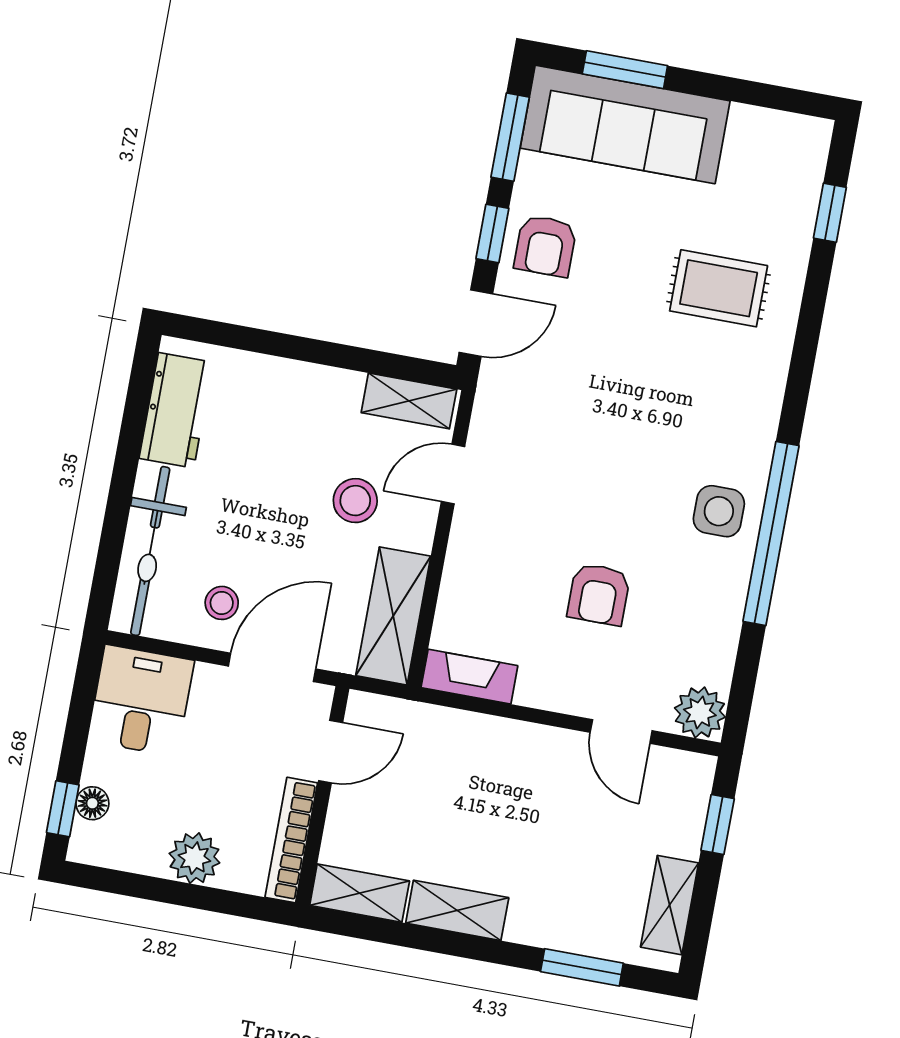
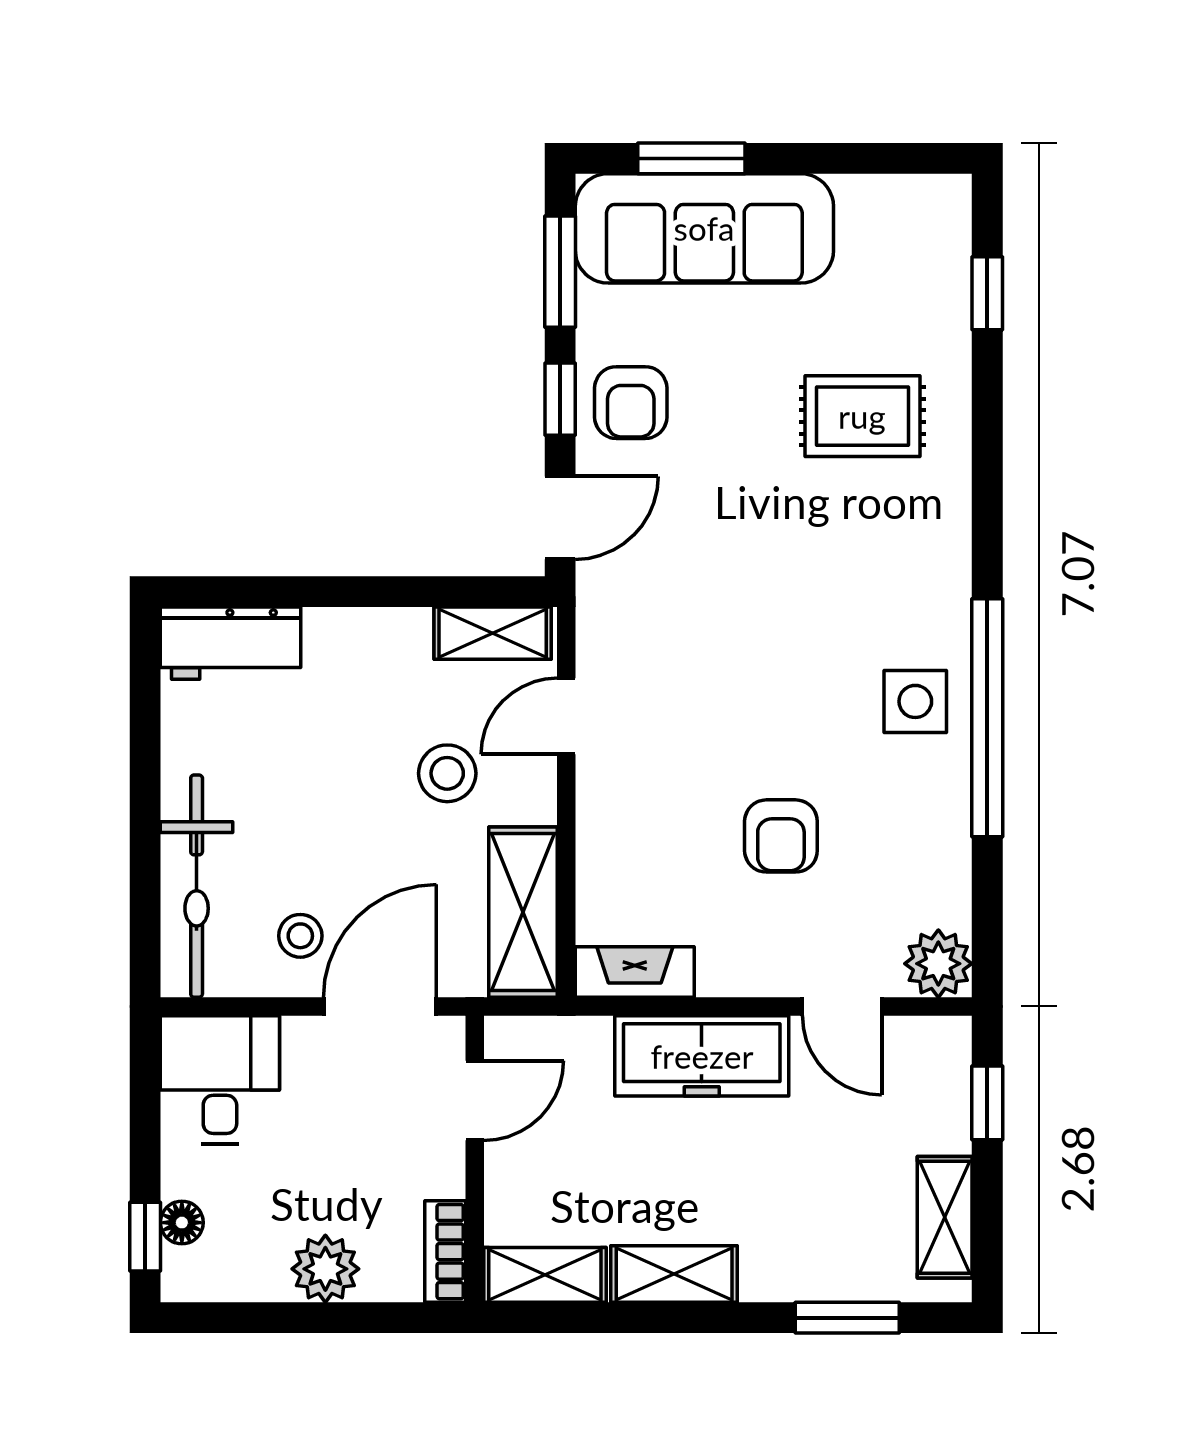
workbench: (176, 410) -> (231, 643), moved, turned 90
freezer: (508, 749) -> (702, 1056), added
bookcase: (291, 840) -> (445, 1252), width x0.64

